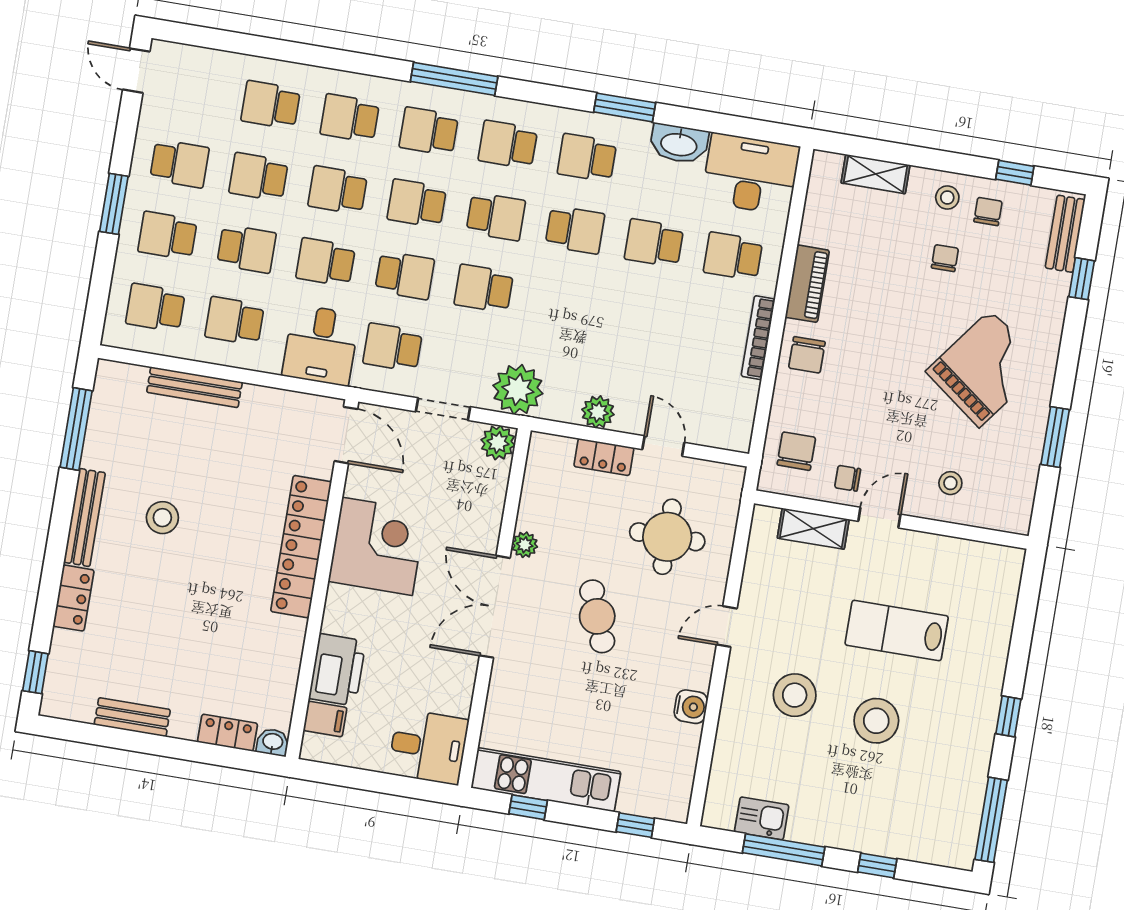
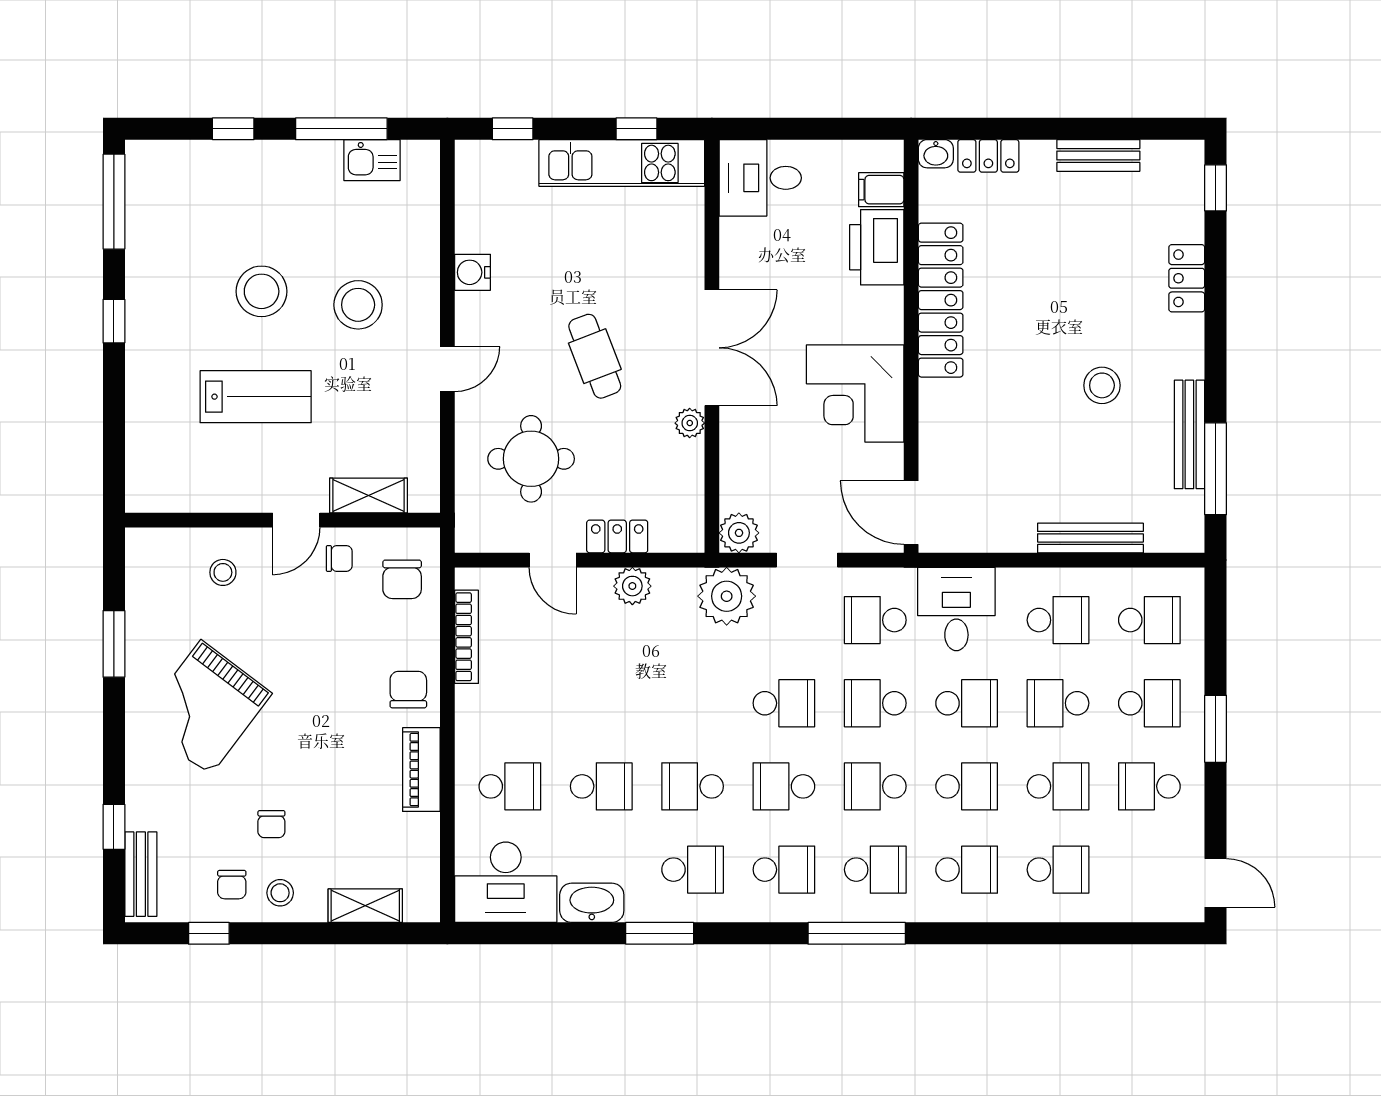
school desk: (417, 203) -> (875, 786), turned 180
bookcase: (758, 338) -> (466, 637), moved
school desk: (393, 347) -> (875, 620), turned 180
bench: (85, 517) -> (1189, 434), moved
locker: (301, 547) -> (941, 300), moved

